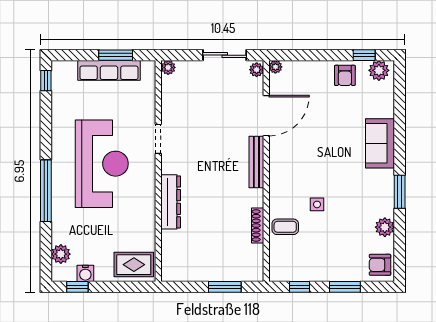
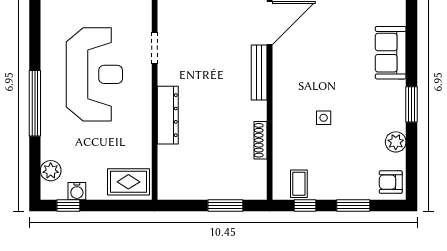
coffee table: (285, 227) -> (299, 184), moved, turned 90

